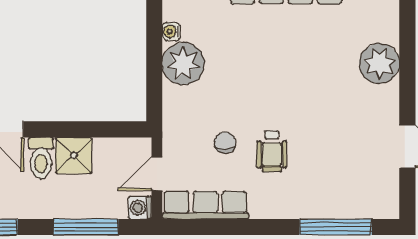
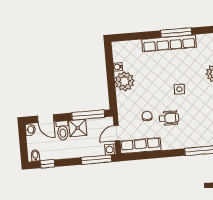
side table: (300, 91) -> (179, 89), added
window: (99, 129) -> (88, 115), added
wheelchair: (272, 151) -> (169, 118), turned -90
window: (86, 227) -> (96, 160), moved

